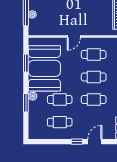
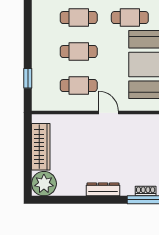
door: (74, 36) -> (109, 113), hinge flipped

